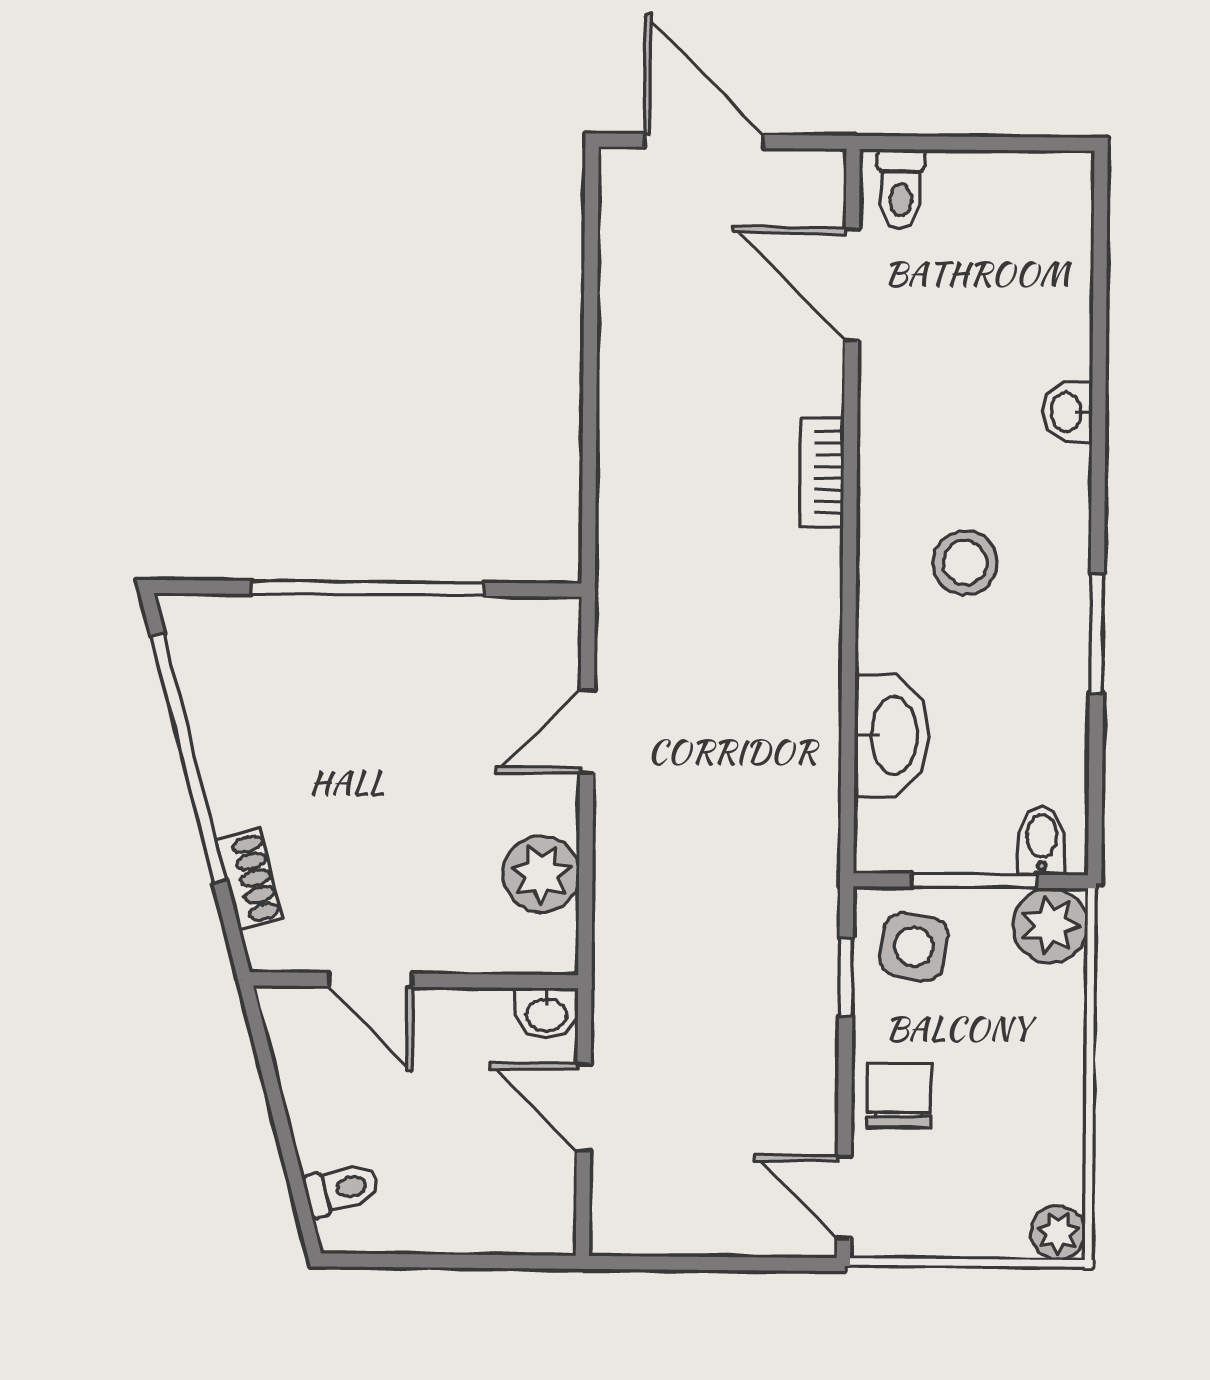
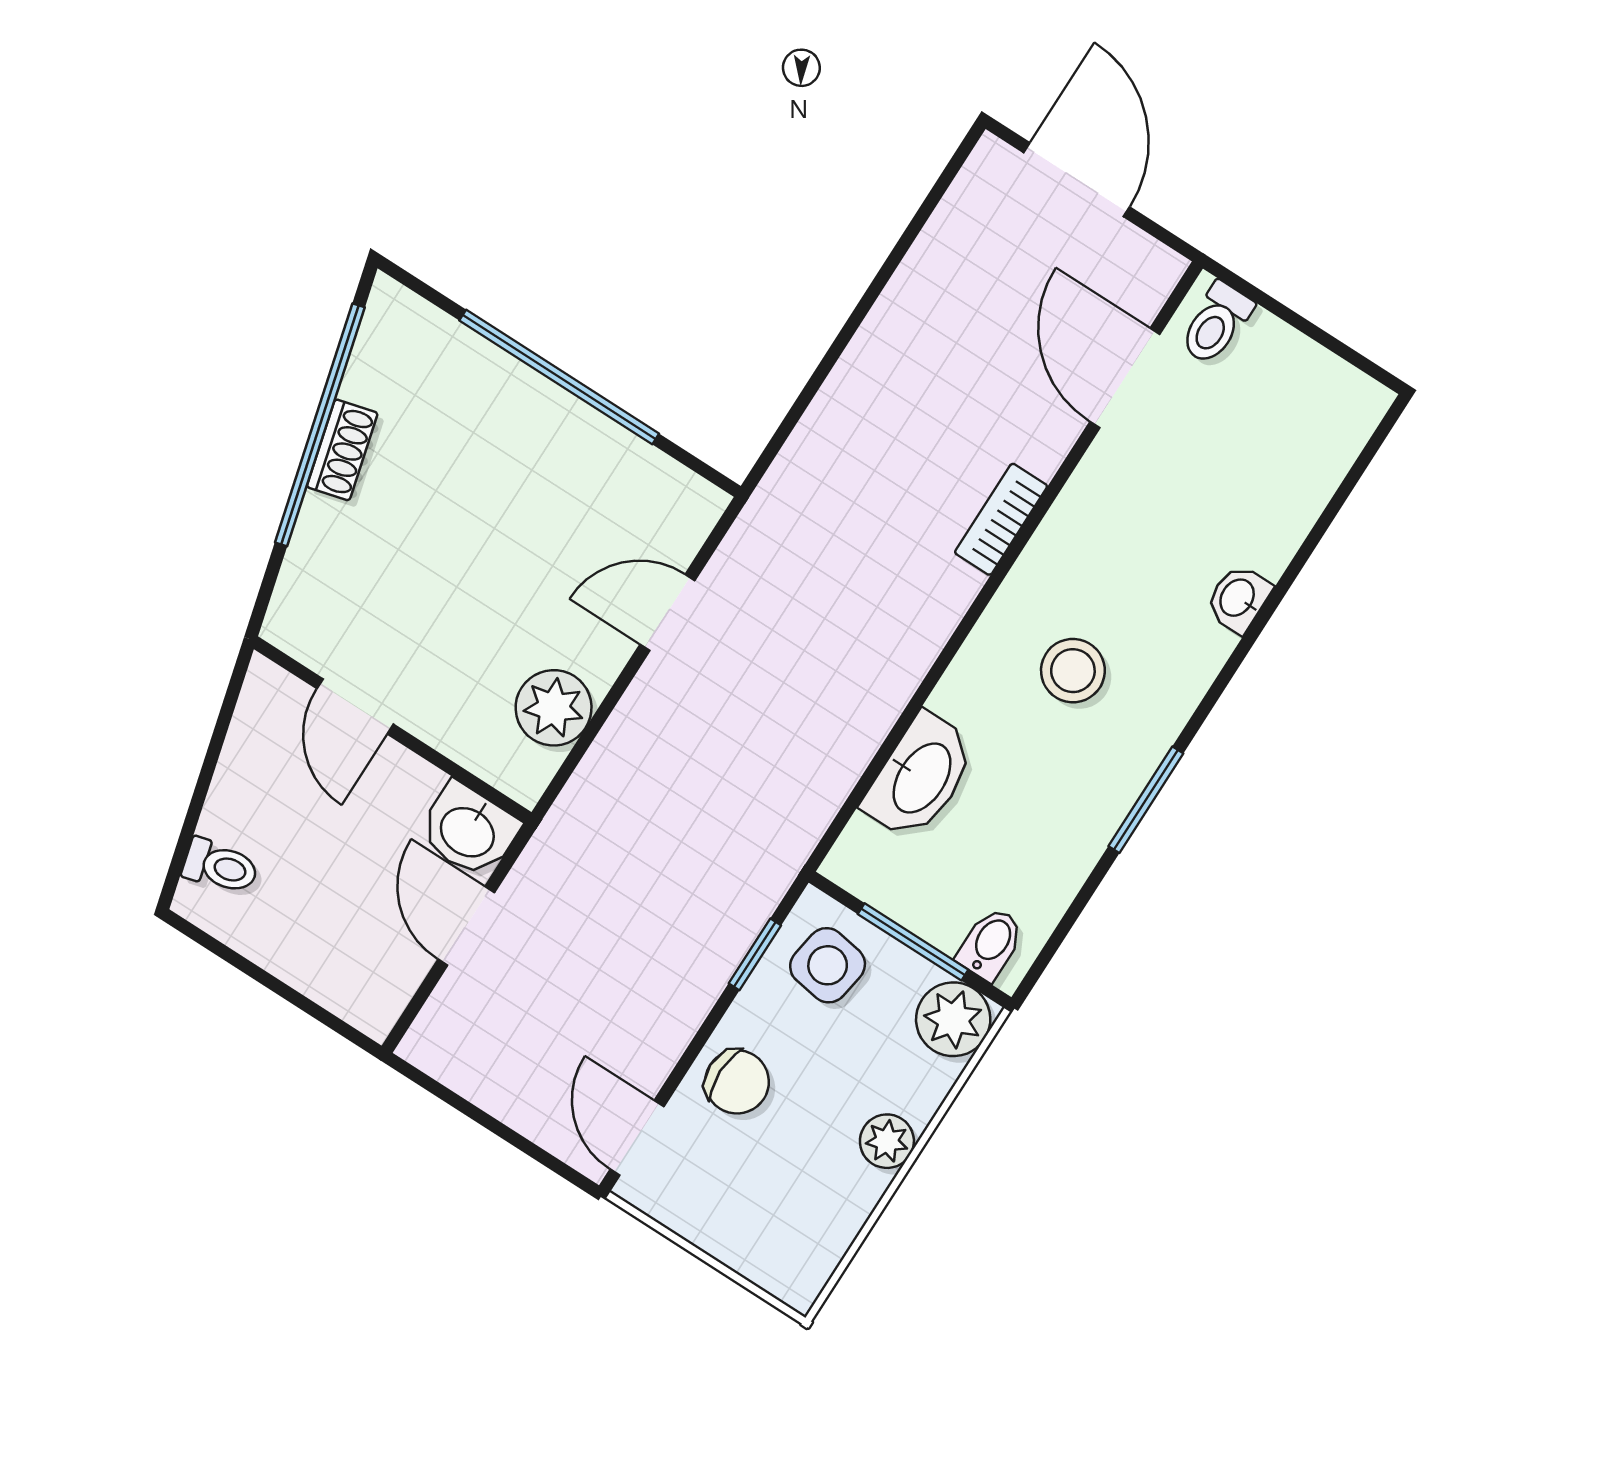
shoe rack: (250, 879) -> (342, 450), moved
washbasin: (546, 1013) -> (468, 830), width x1.38, depth x1.45
chair: (899, 1095) -> (737, 1082), turned 90
plant: (1058, 1233) -> (887, 1141), moved

